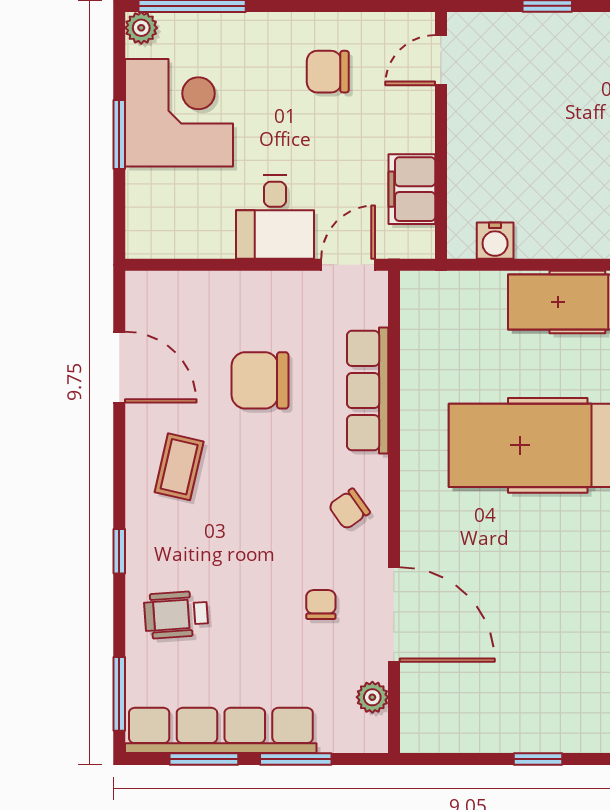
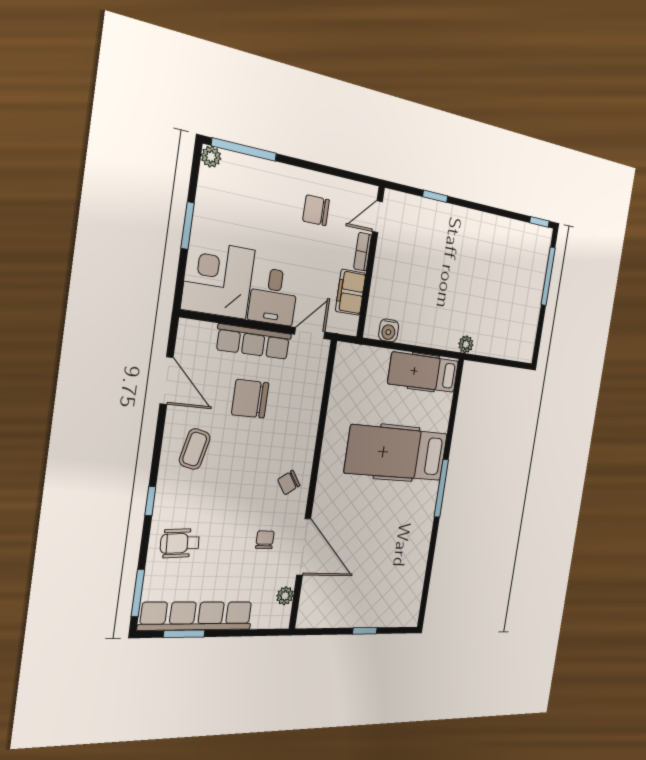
corner desk: (179, 113) -> (218, 279), moved, turned -90
bookcase: (423, 121) -> (363, 252), added
row of seats: (368, 390) -> (254, 342), moved, turned -90
window: (296, 759) -> (238, 633), removed

